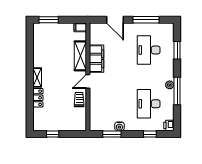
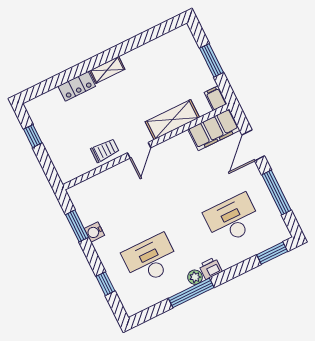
window: (49, 20) -> (211, 60), moved
window: (177, 50) -> (272, 253), moved
filing cabinet: (97, 59) -> (214, 130), moved
door: (88, 81) -> (139, 150), swing flipped
printer: (169, 126) -> (210, 268), moved

